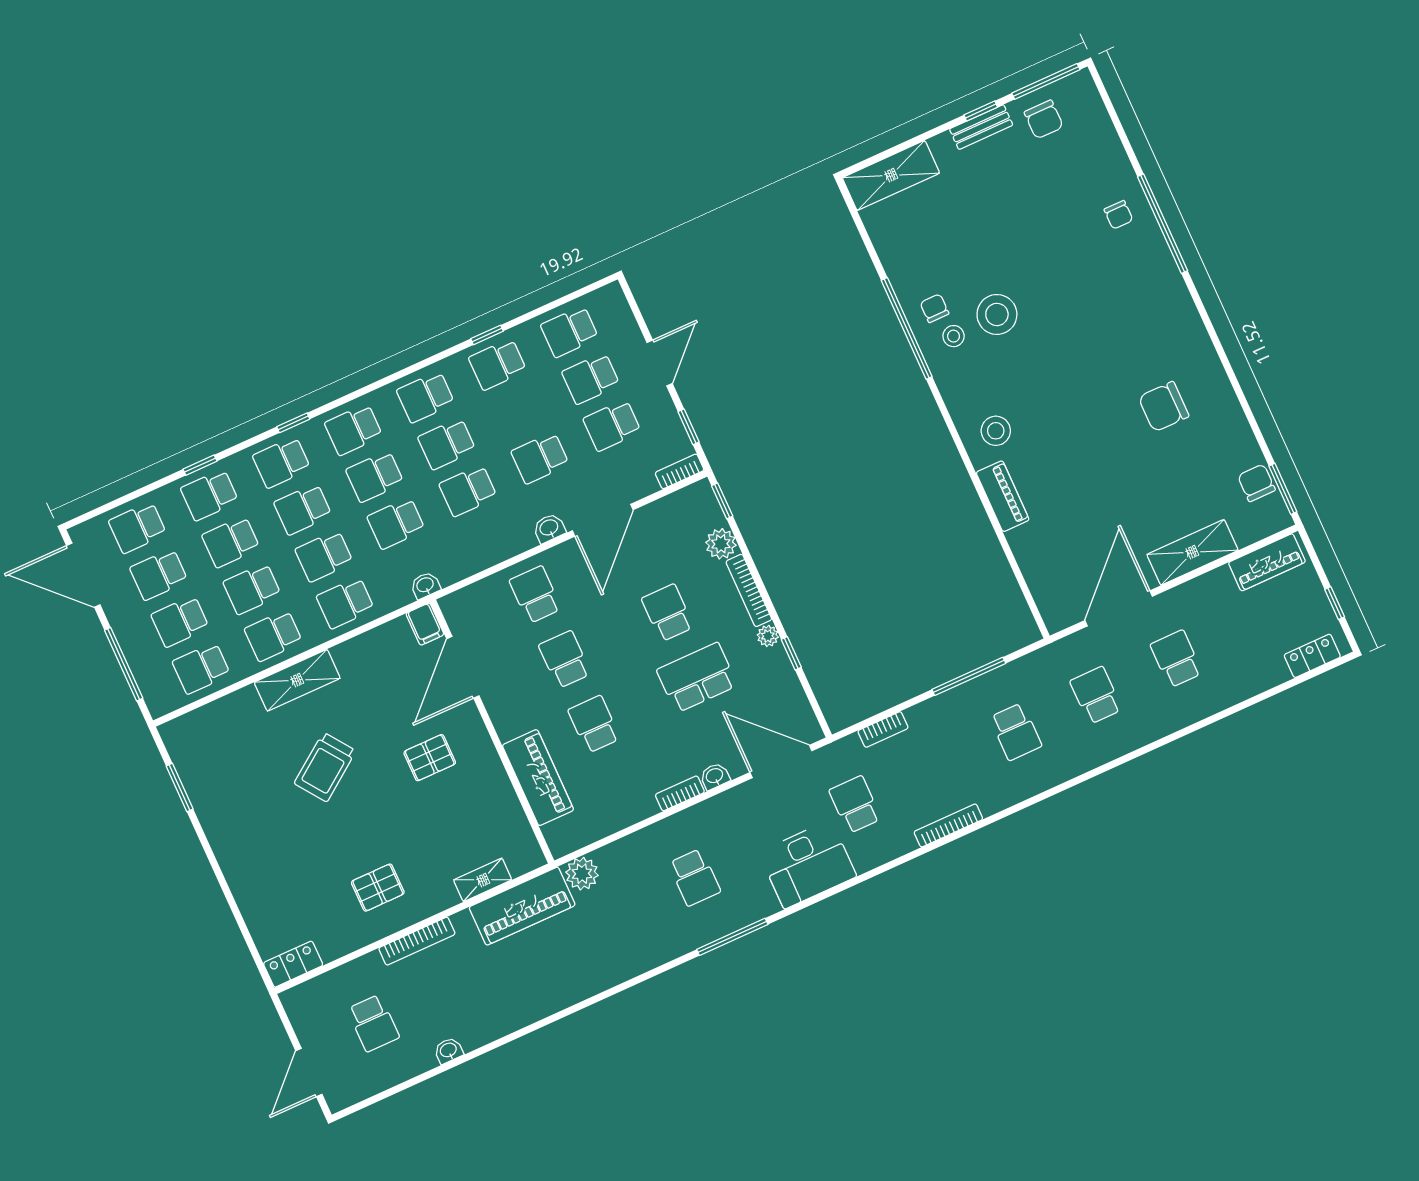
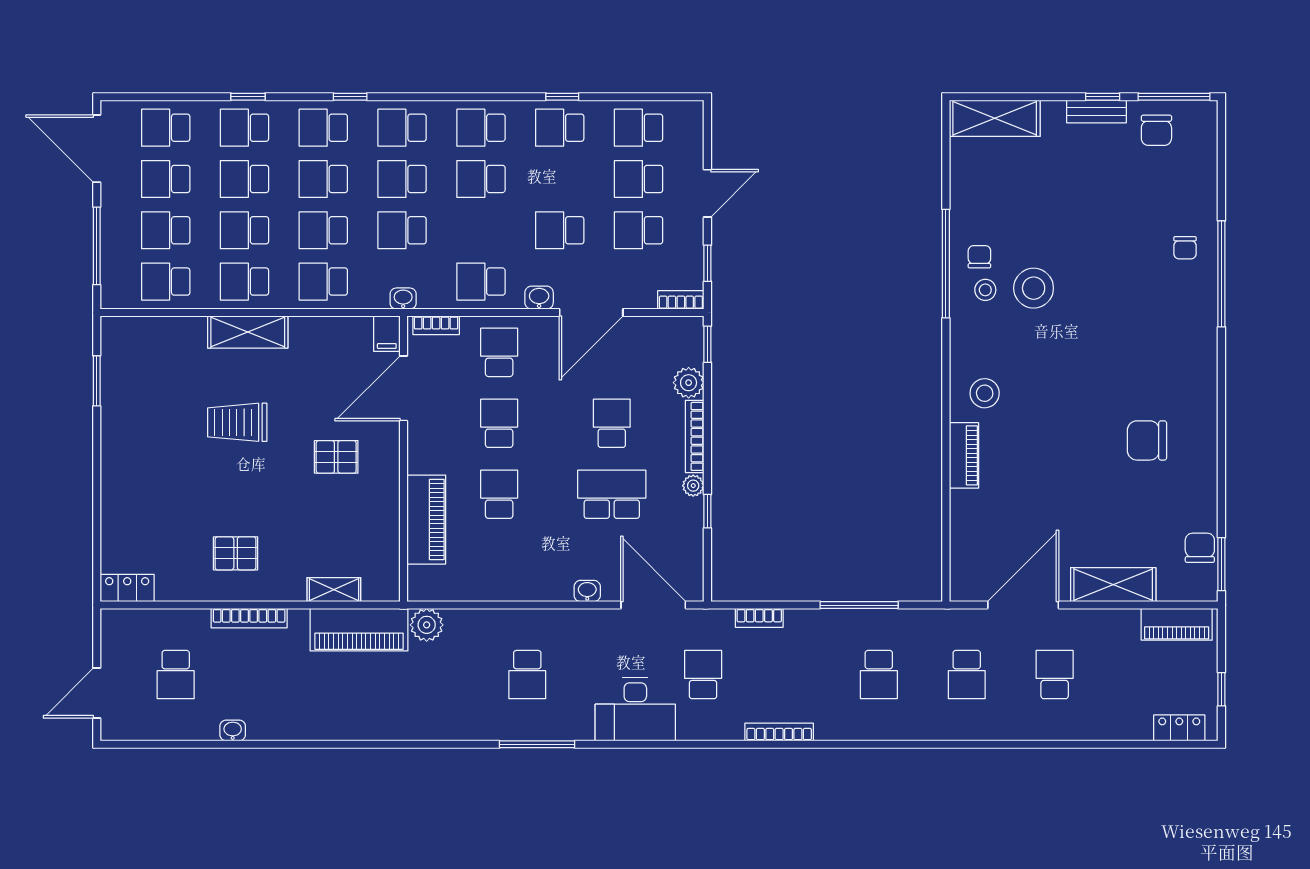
school desk: (468, 491) -> (481, 282), moved
school desk: (1096, 695) -> (967, 675), turned 180
trolley: (325, 767) -> (237, 422), turned 36
bookcase: (680, 793) -> (436, 325), moved, turned 180

